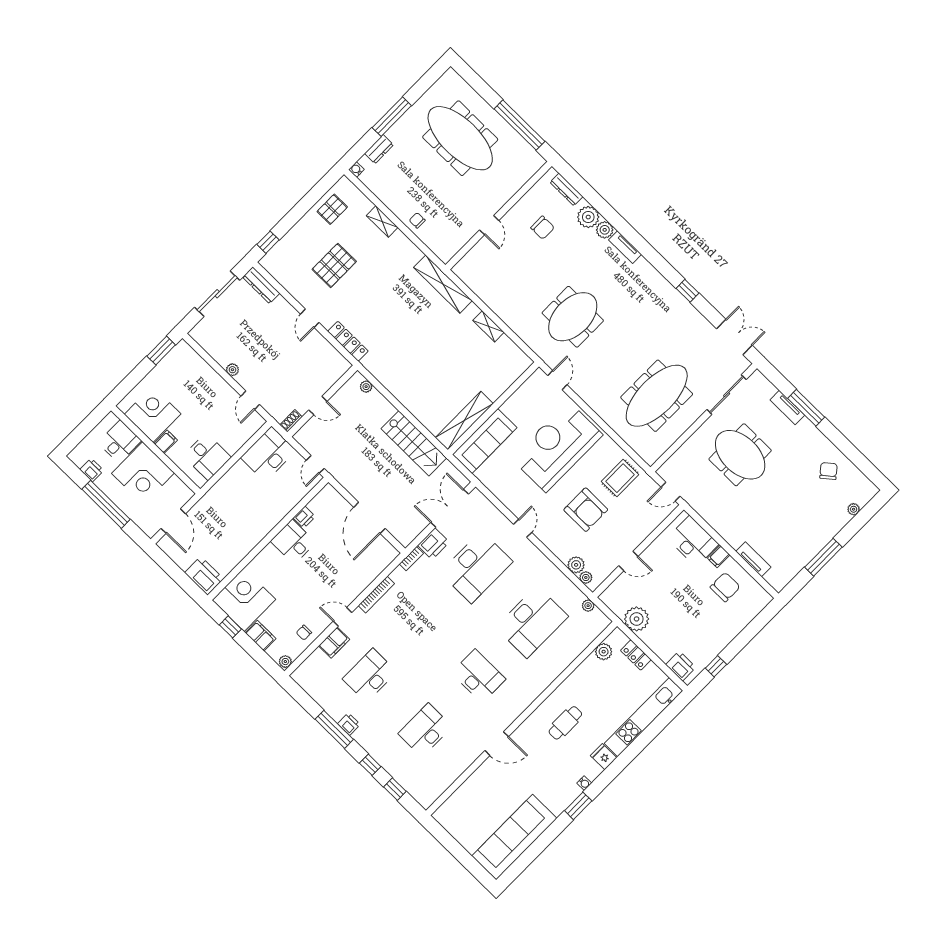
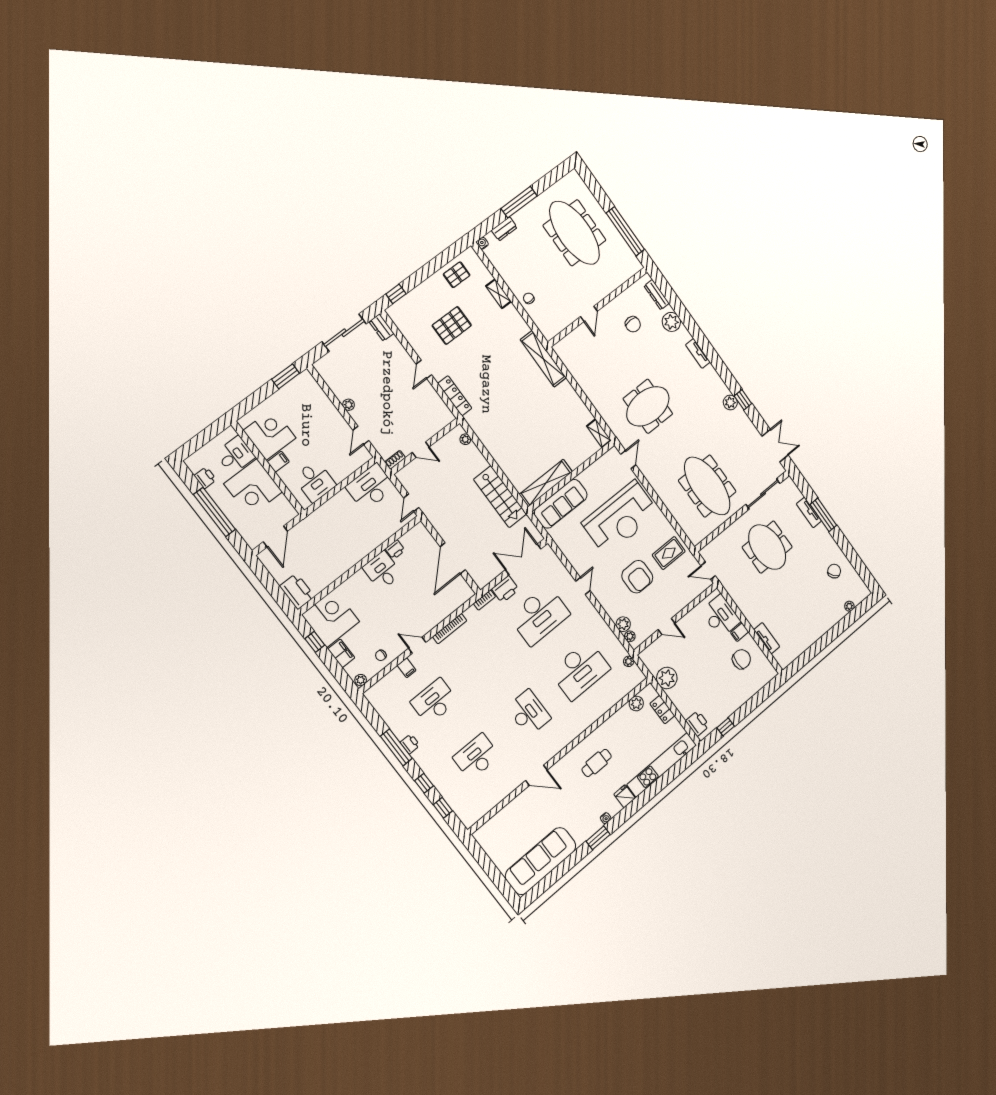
plant: (605, 230) -> (730, 402), moved
dresser: (261, 285) -> (381, 328), width x0.70
shelving: (489, 326) -> (599, 433), moved
meeting table: (657, 396) -> (707, 486), turned 90
reception desk: (557, 447) -> (621, 518), turned 180
window: (823, 557) -> (821, 644), removed
filing cabinet: (334, 643) -> (407, 668), width x0.50

